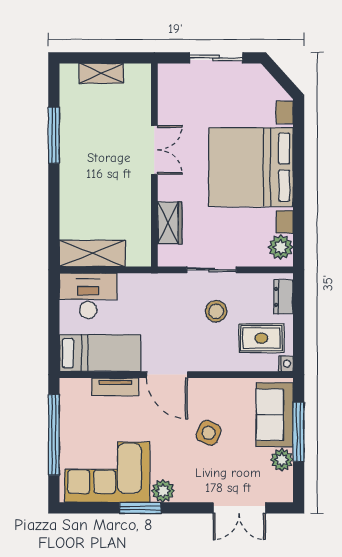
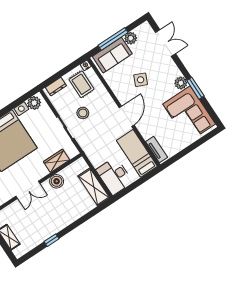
window: (54, 135) -> (51, 240), width x0.46
double door: (154, 150) -> (28, 190), swing flipped
boiler: (138, 202) -> (57, 181), added
tv unit: (115, 387) -> (157, 149), moved
window: (54, 435) -> (188, 150), removed

